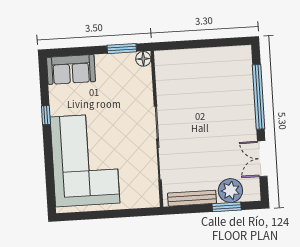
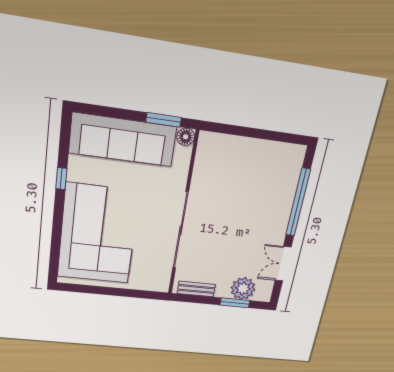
sofa: (71, 69) -> (123, 140), width x1.85, depth x1.27
bench: (192, 198) -> (196, 289), width x0.73

